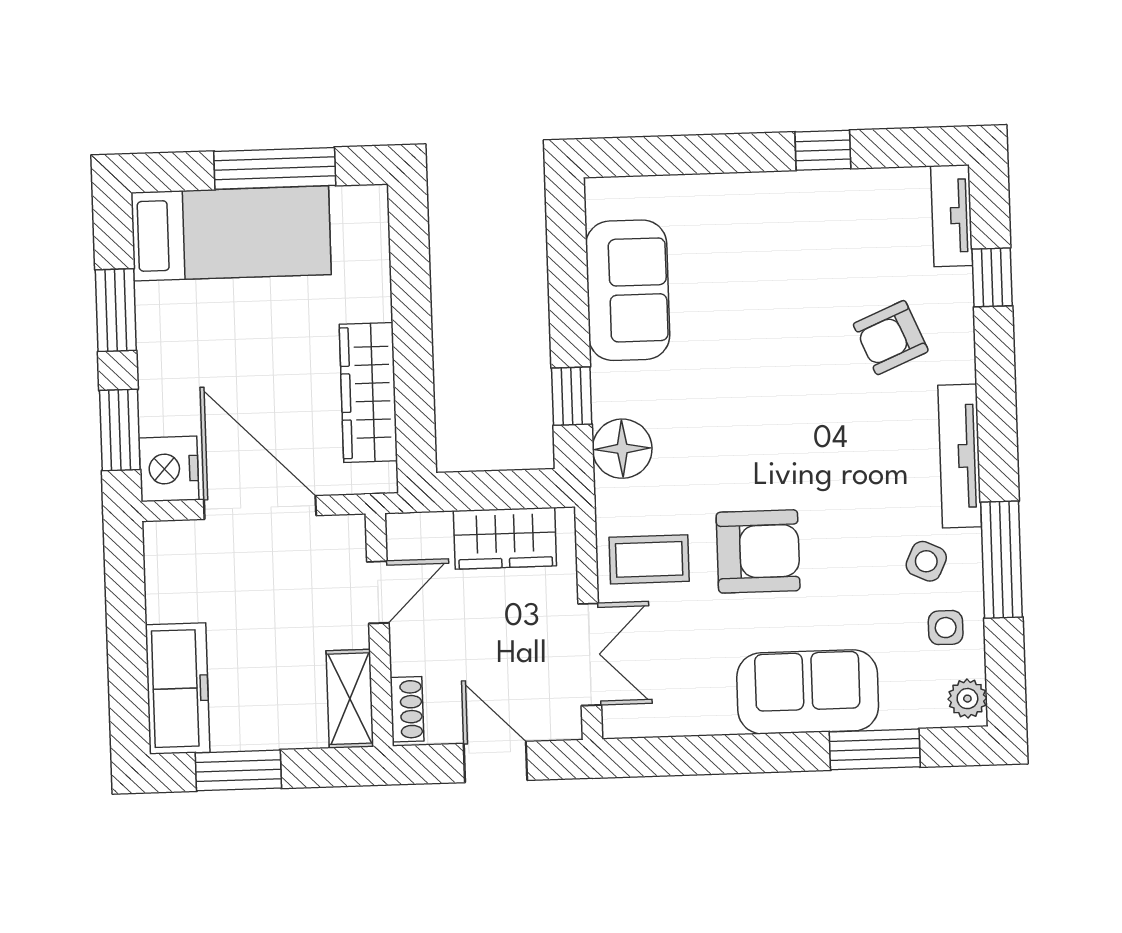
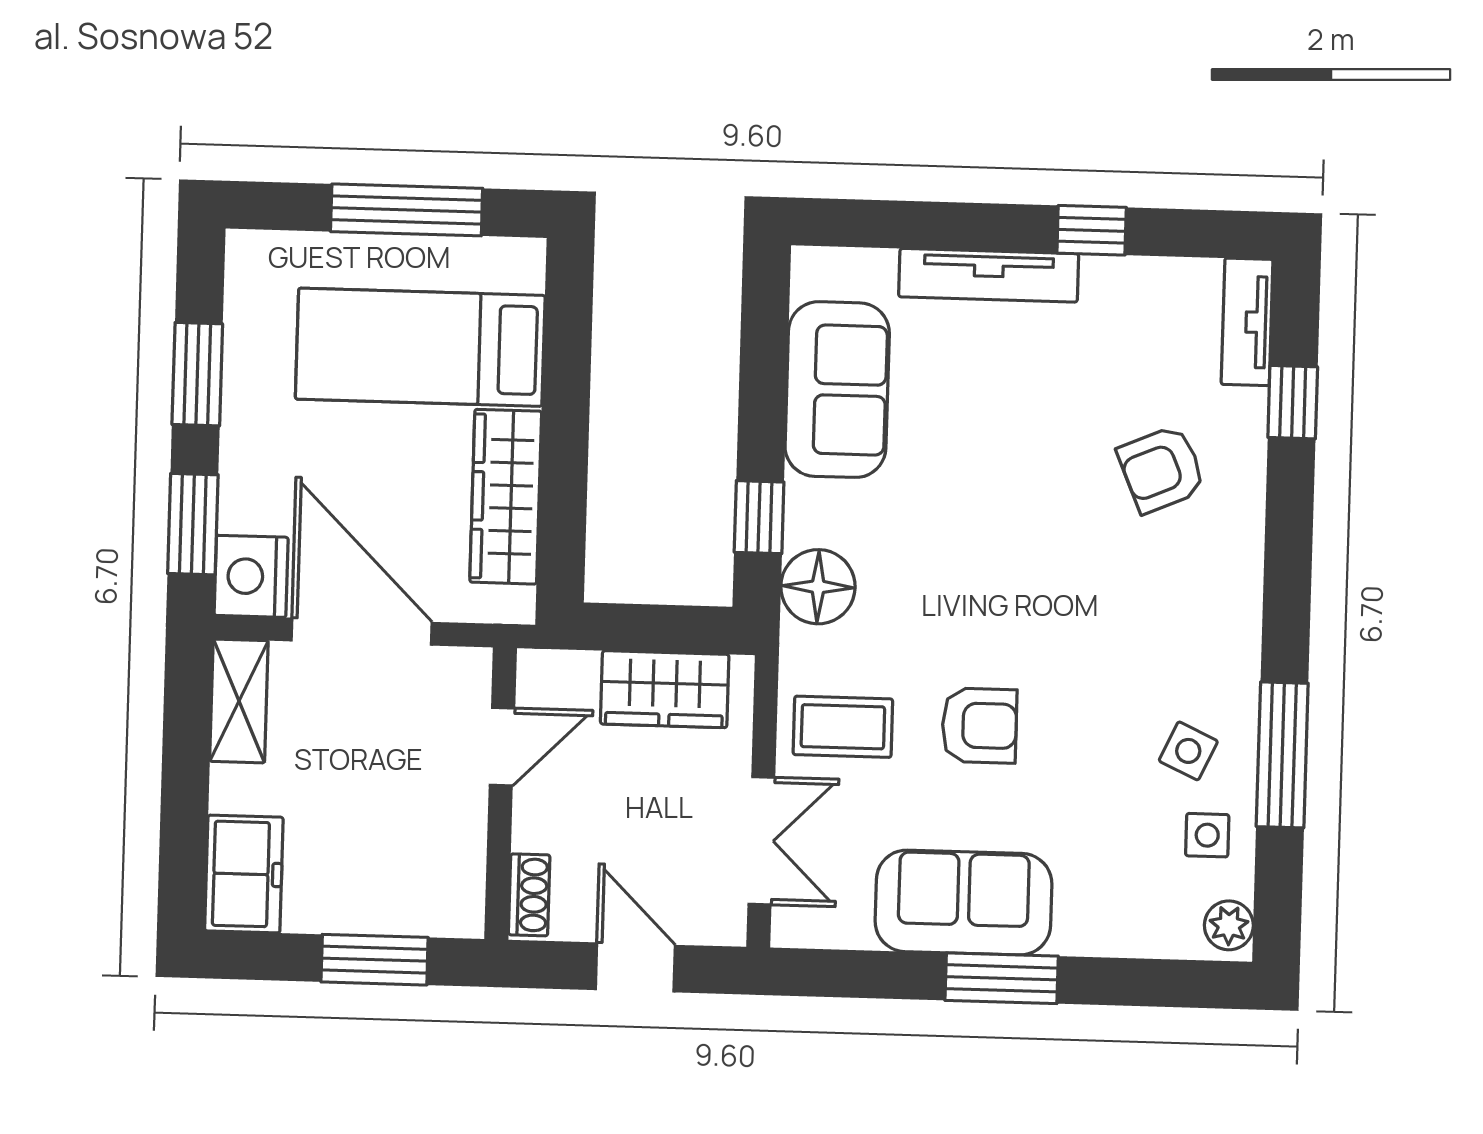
bed: (231, 233) -> (420, 347), moved, turned 180
tv unit: (960, 456) -> (989, 275), moved, turned -90
armchair: (758, 551) -> (979, 726), width x0.72, depth x0.72
freezer: (178, 688) -> (244, 874), width x0.71
sofa: (808, 692) -> (963, 903), moved
shelving: (350, 699) -> (239, 701), moved
window: (875, 749) -> (1002, 978), moved
window: (238, 770) -> (375, 960), moved

